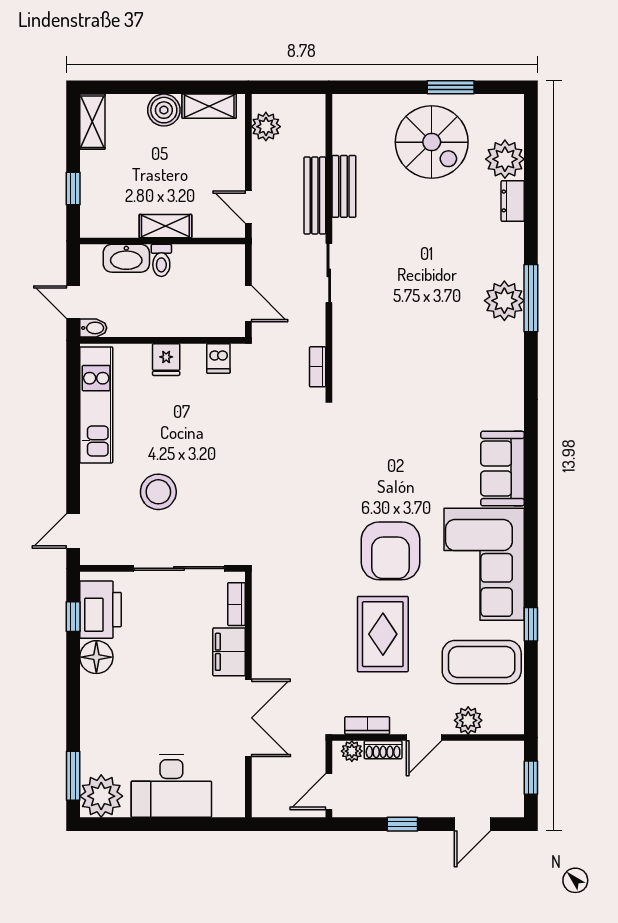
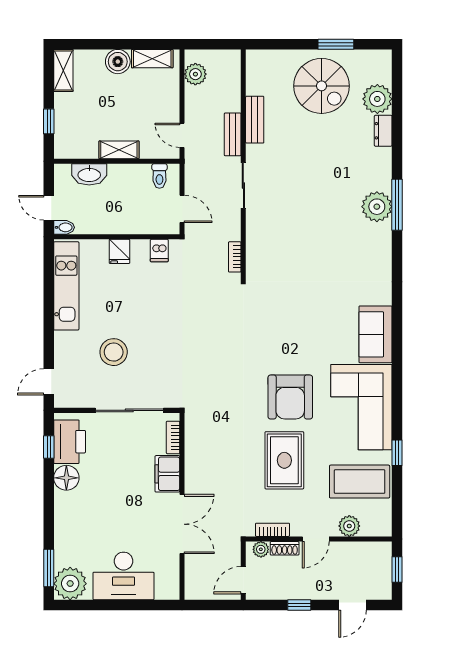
bench: (315, 195) -> (233, 134), width x0.73
toilet: (161, 260) -> (159, 176), moved

